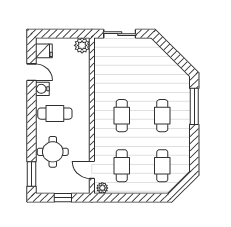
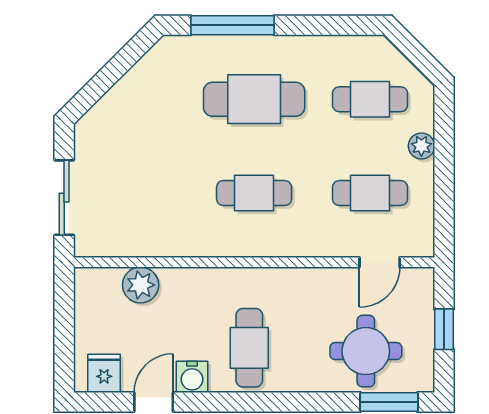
plant: (82, 45) -> (141, 285), moved
cafe table: (162, 116) -> (254, 99), width x1.37, depth x1.35
round table: (53, 152) -> (366, 351), moved
plant: (102, 188) -> (421, 146), moved

